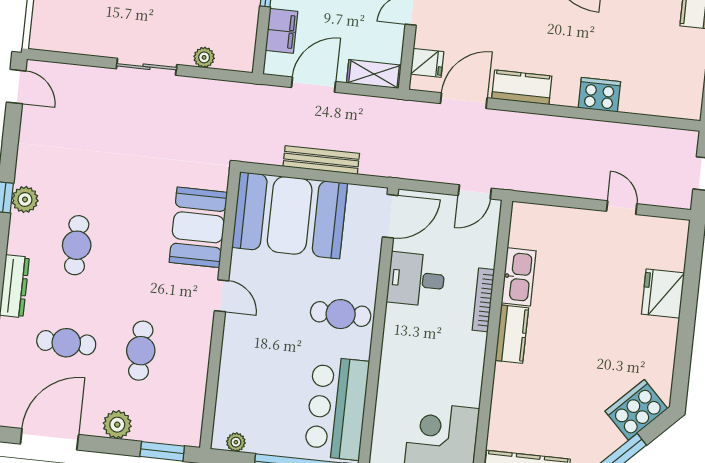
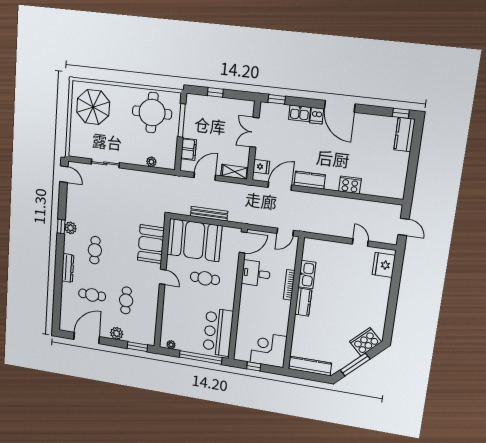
sliding door: (147, 67) -> (105, 163), moved
fridge: (663, 294) -> (384, 265), moved
cafe table: (341, 314) -> (205, 278), moved

